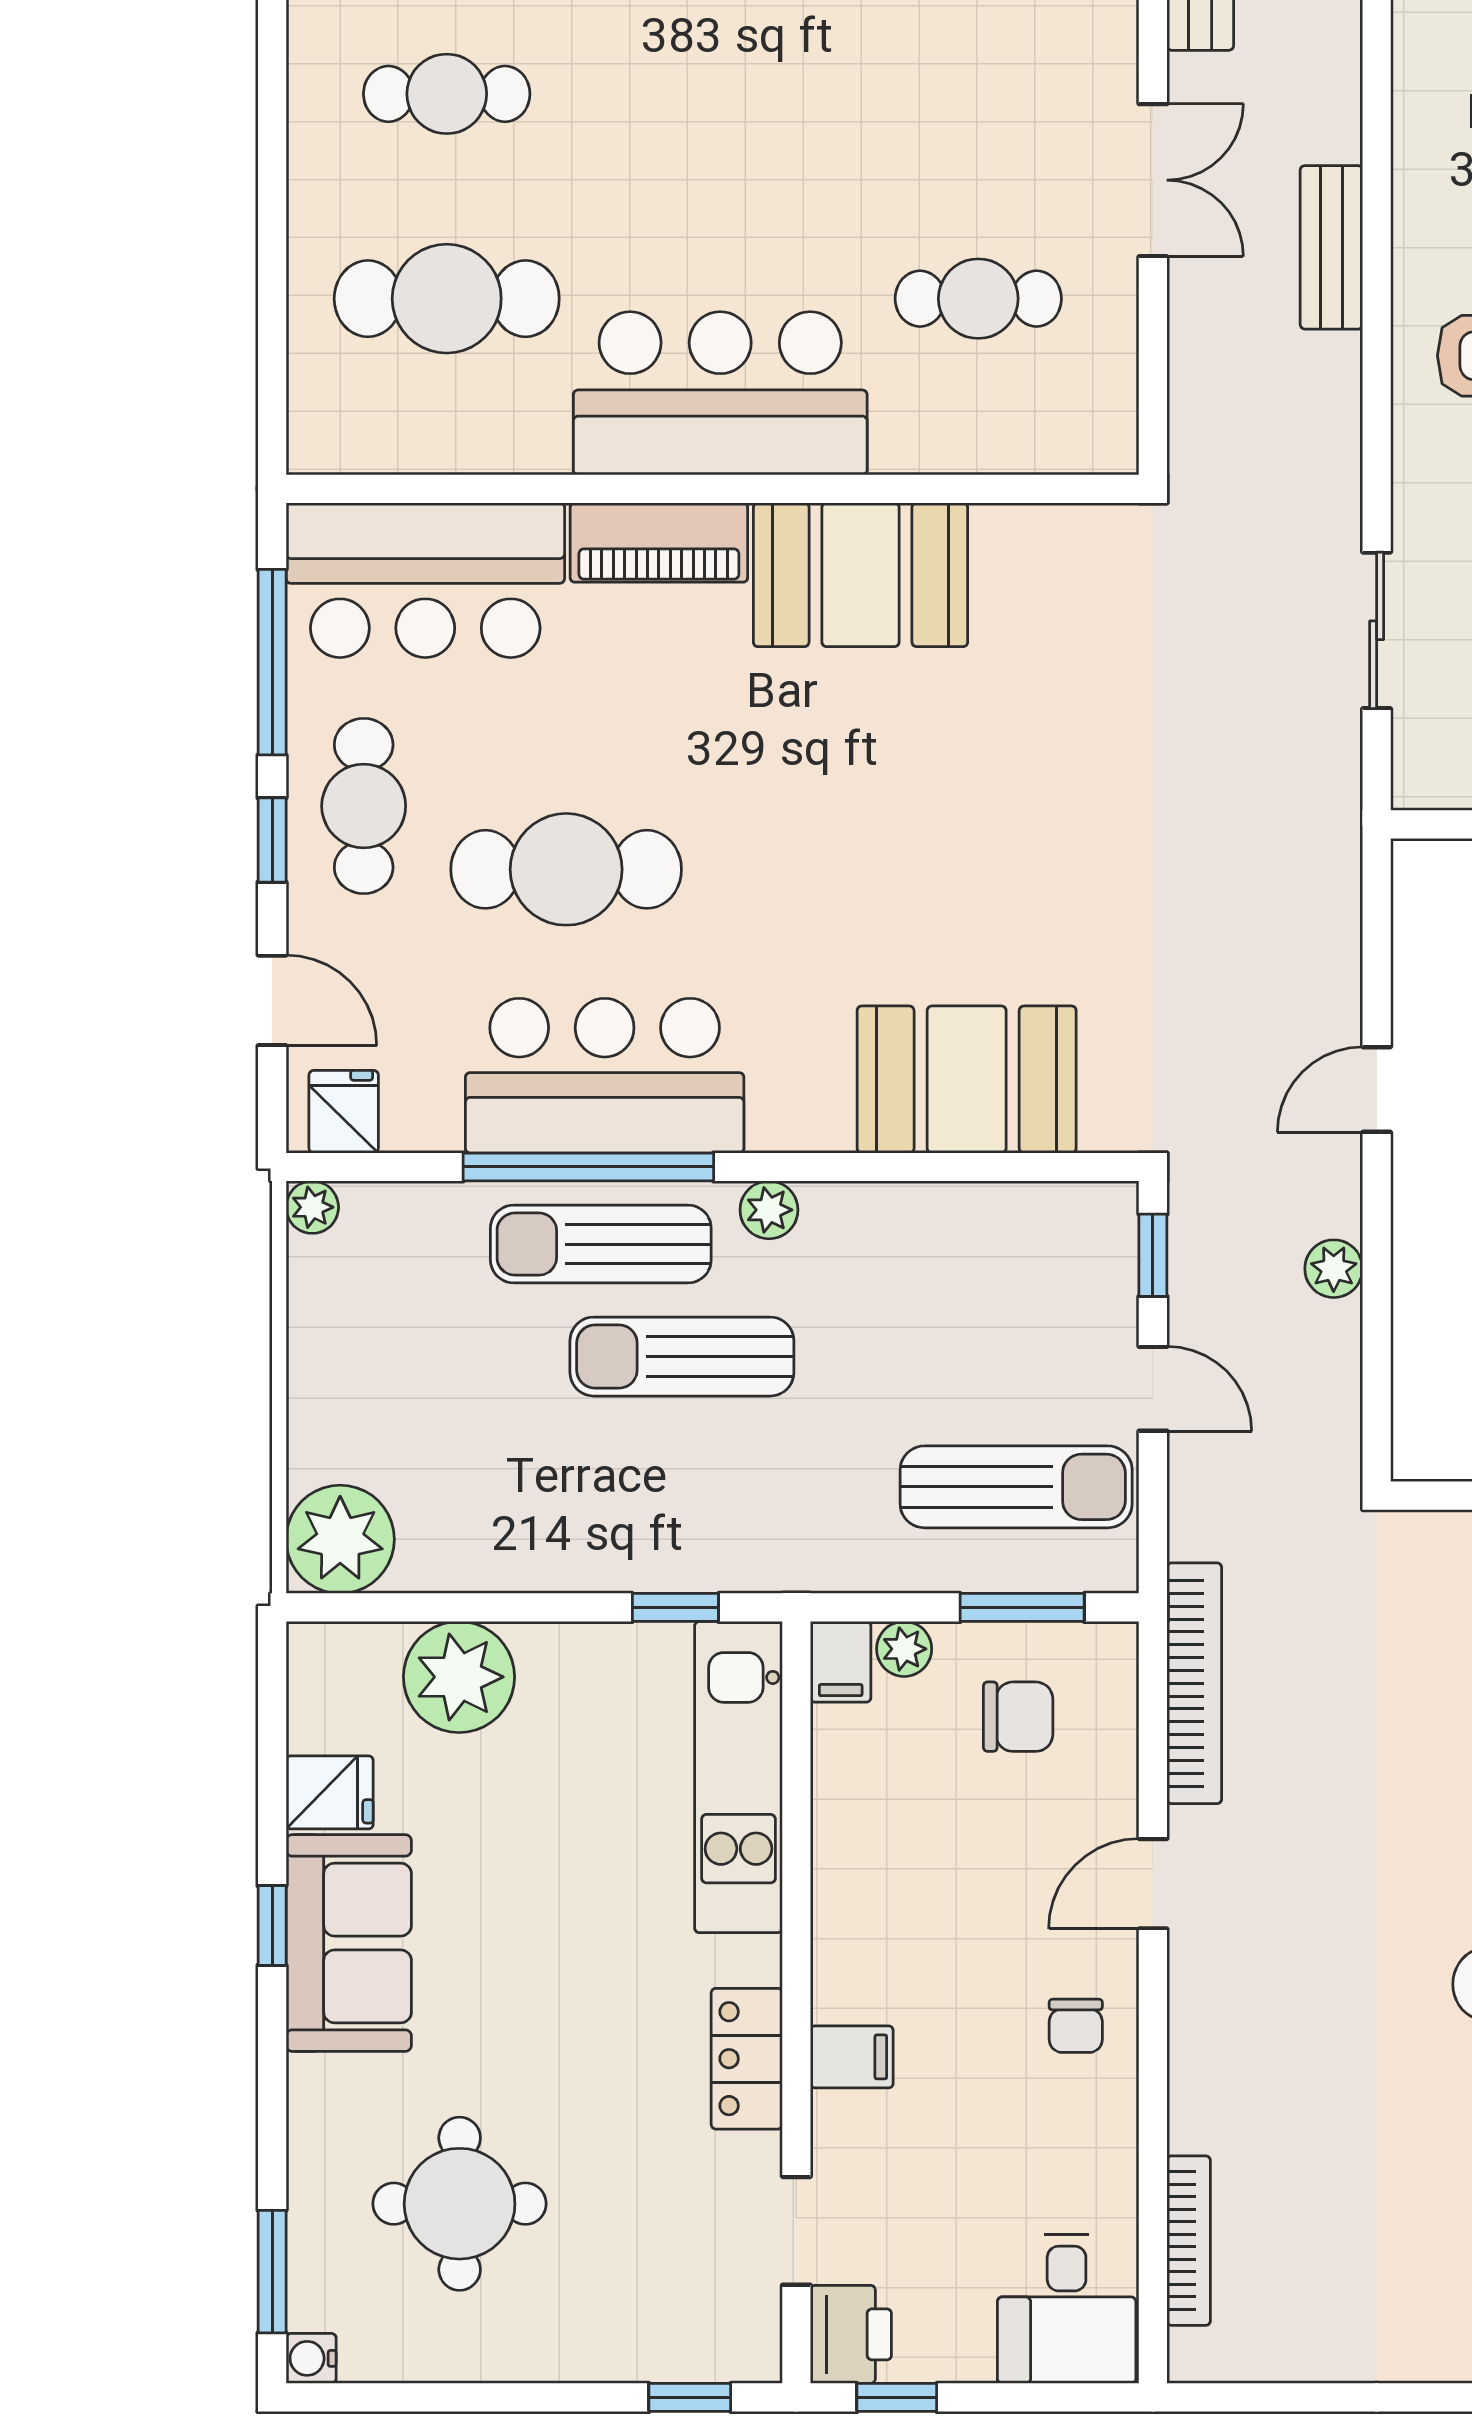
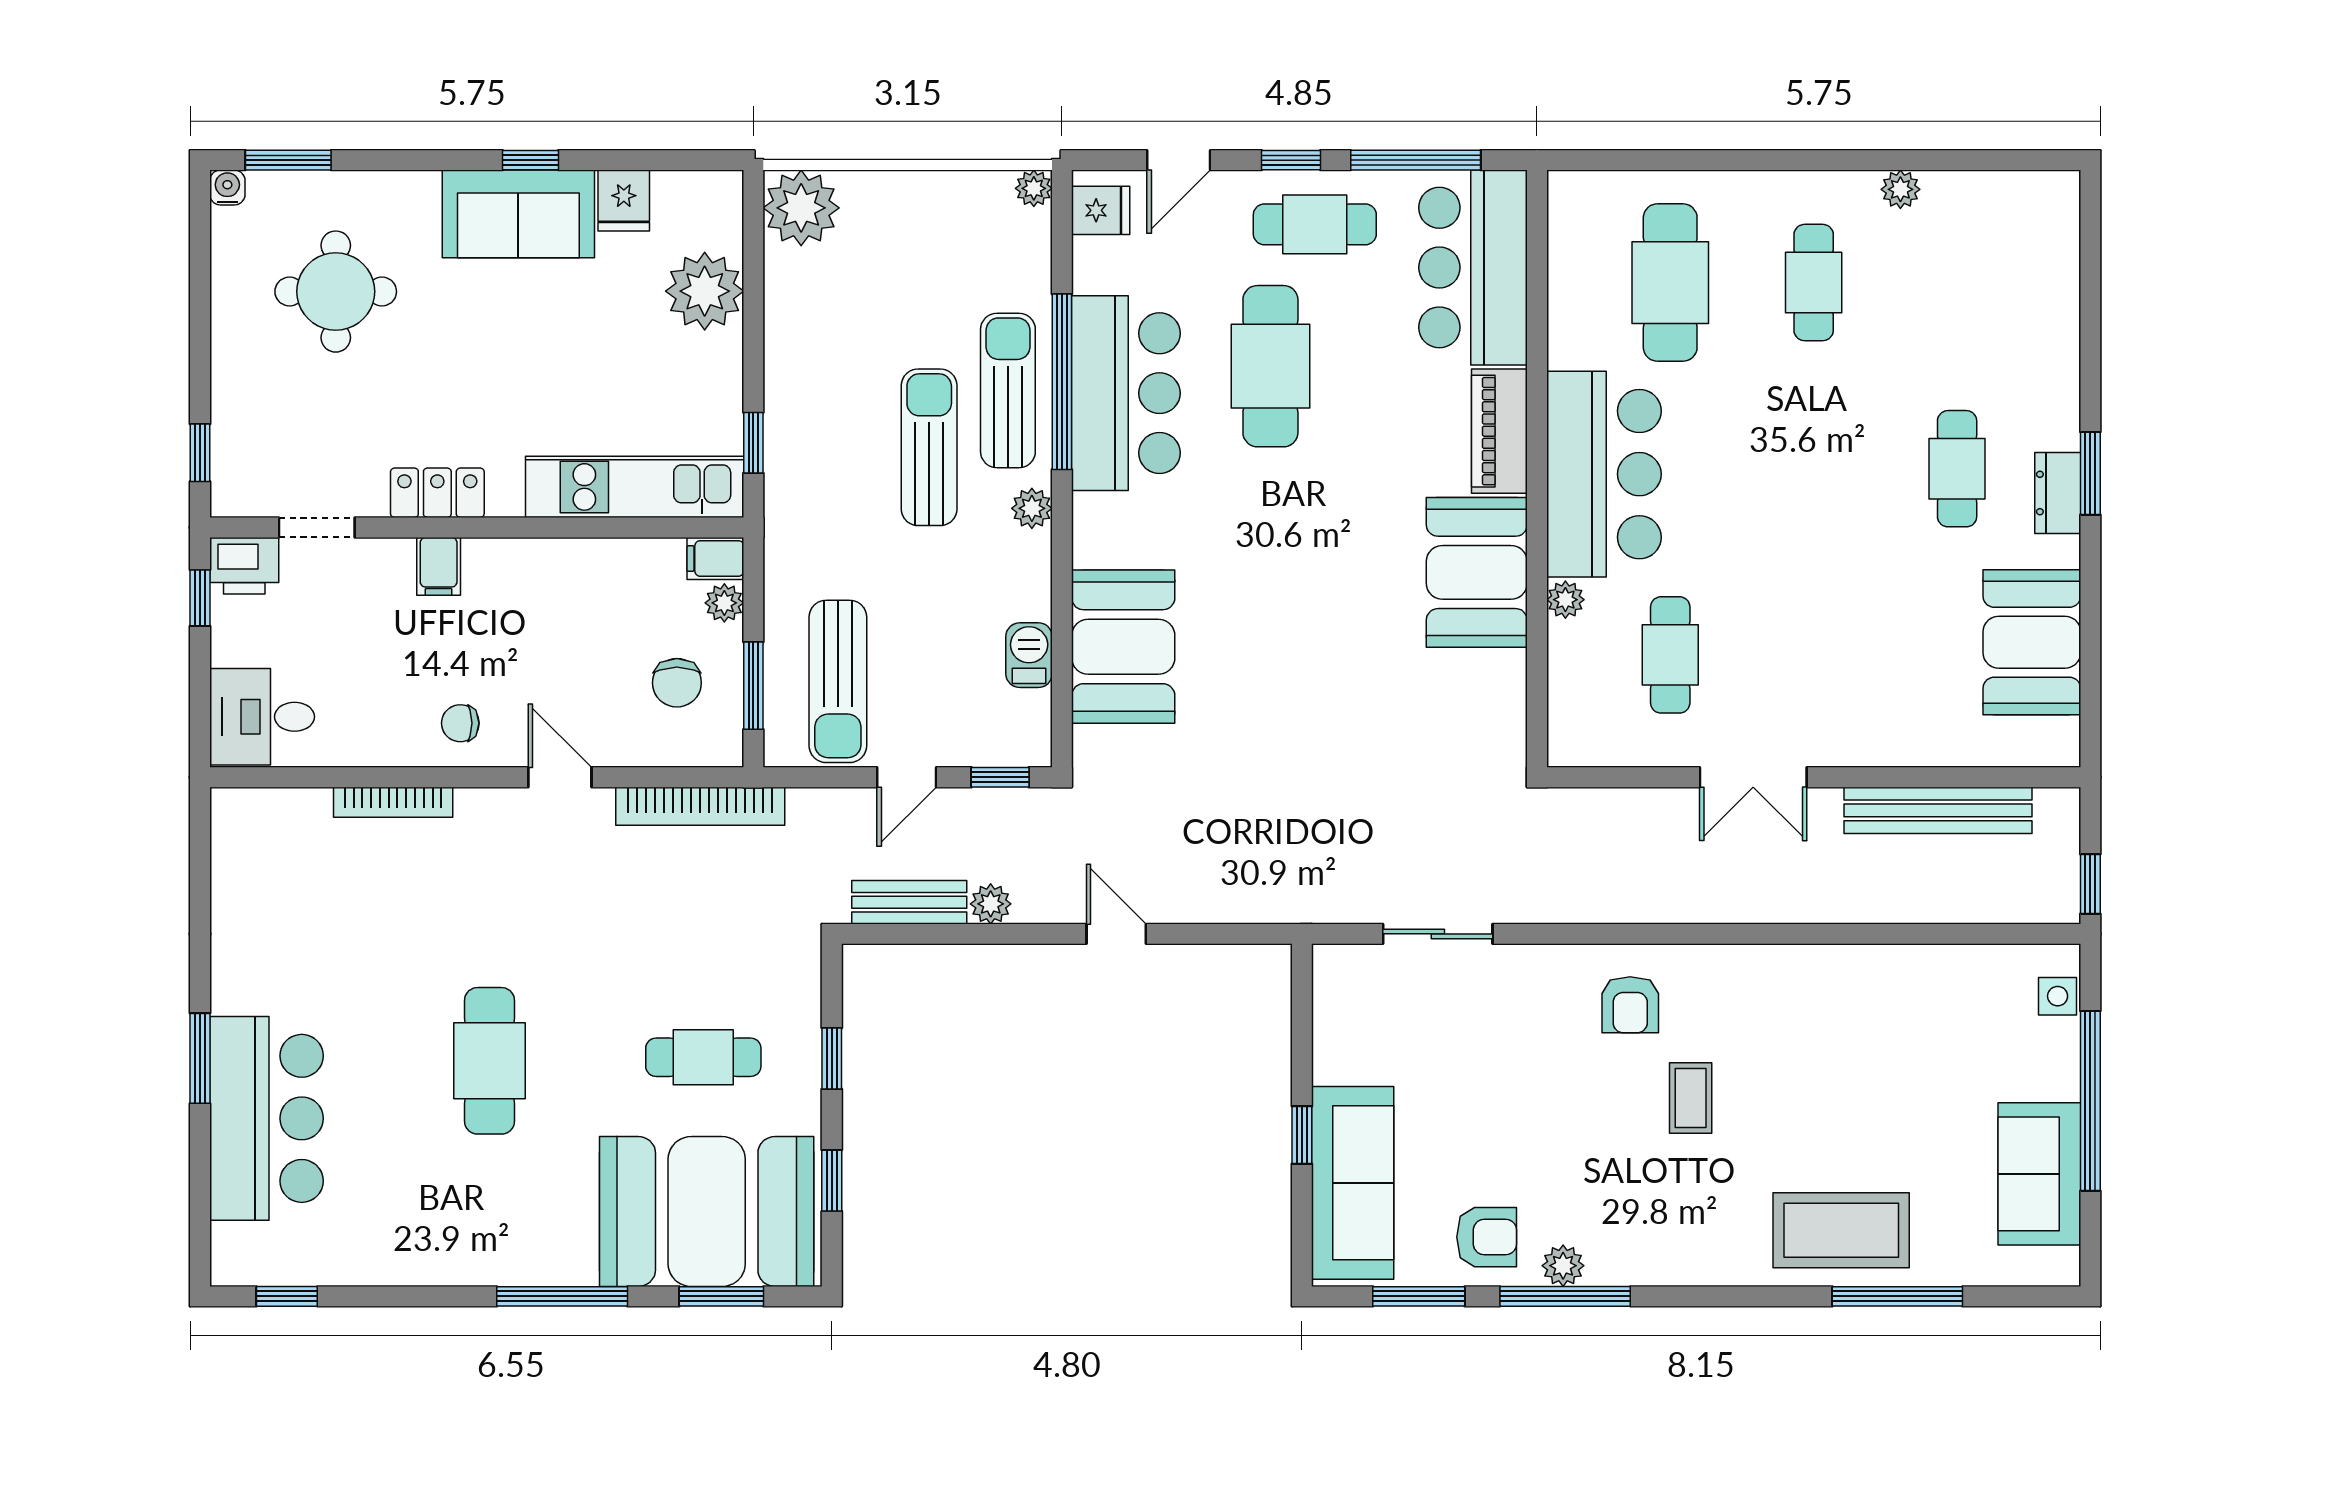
bench: (1331, 247) -> (909, 902), moved
plant: (899, 448) -> (1565, 600), added
barbecue: (979, 1214) -> (1029, 655), added
bookcase: (1189, 2241) -> (393, 802), moved

